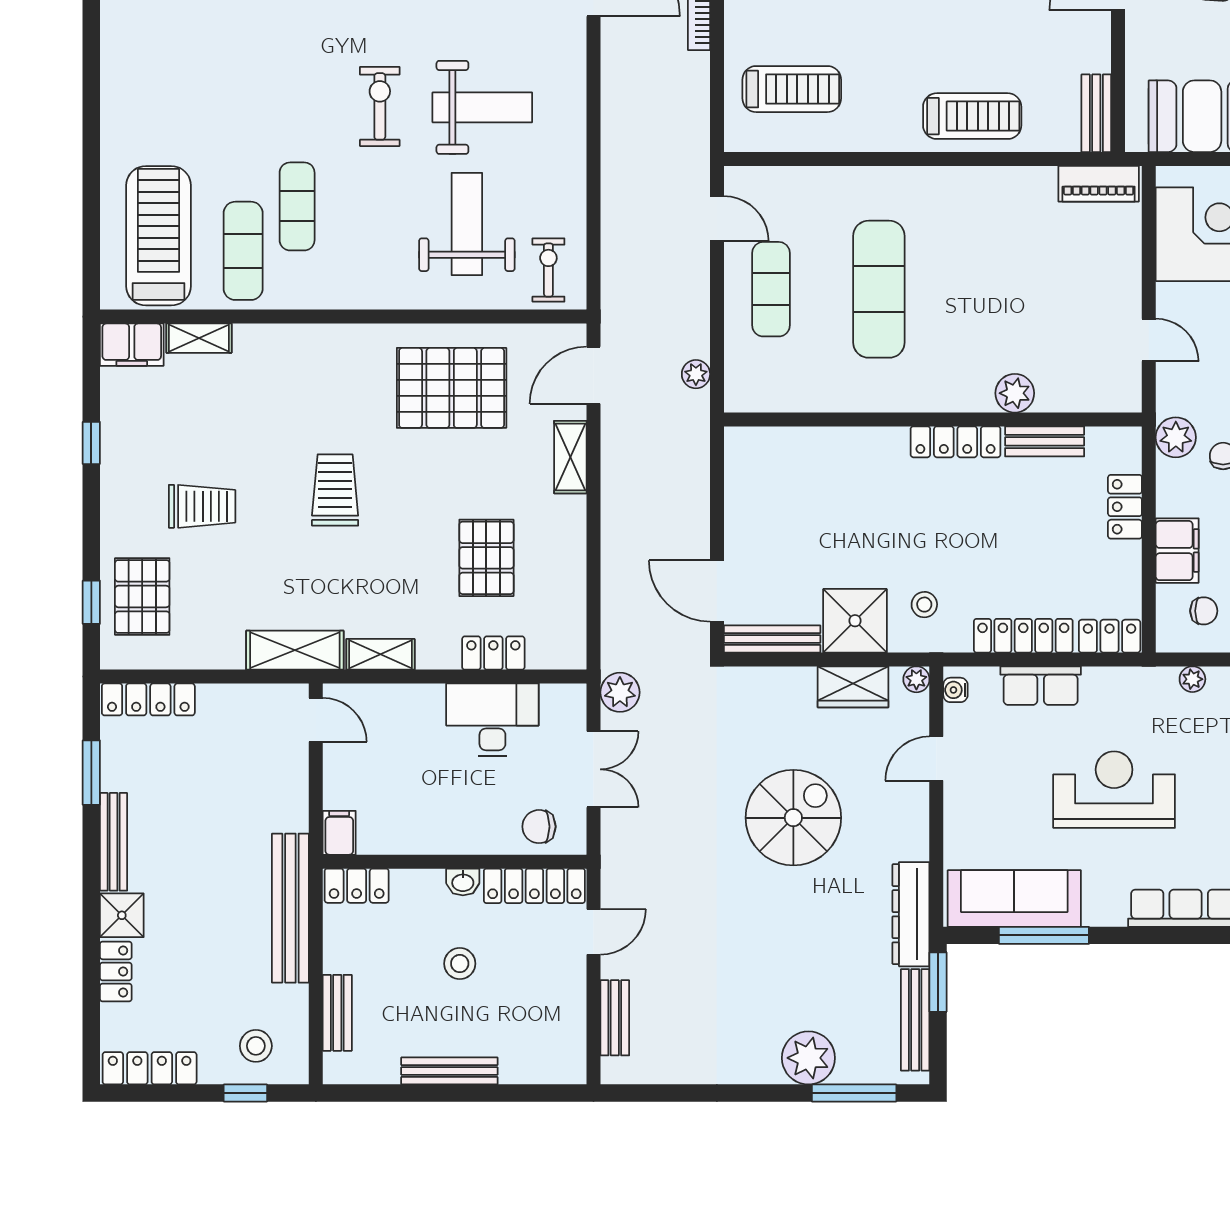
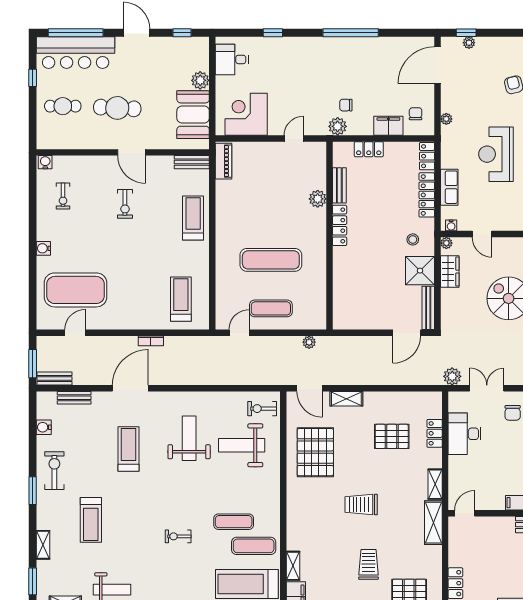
exercise bike: (380, 106) -> (178, 536), moved, width x0.73, depth x0.72

